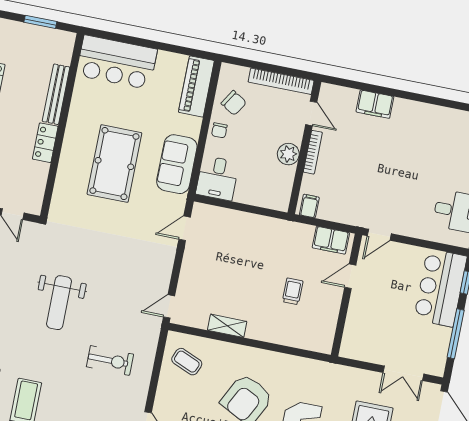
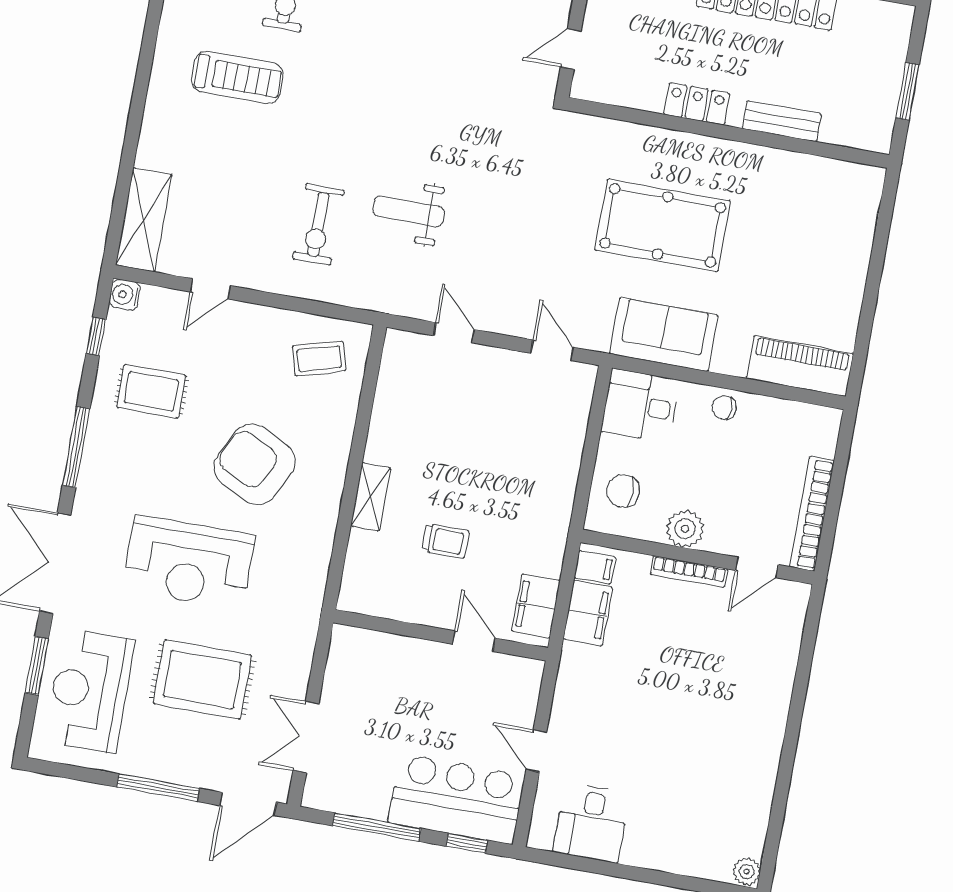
bar counter: (117, 62) -> (840, 226), removed
bench: (56, 94) -> (782, 121), width x0.73
chair: (234, 103) -> (623, 491), moved, turned 58
filing cabinet: (375, 104) -> (588, 613), moved, turned 180
door: (379, 235) -> (536, 751), moved
weight bench: (59, 303) -> (408, 211), moved, width x0.73, depth x0.75
door: (169, 306) -> (454, 333), moved
shelving: (227, 326) -> (371, 497), moved
coffee table: (187, 362) -> (319, 358), turned 51

